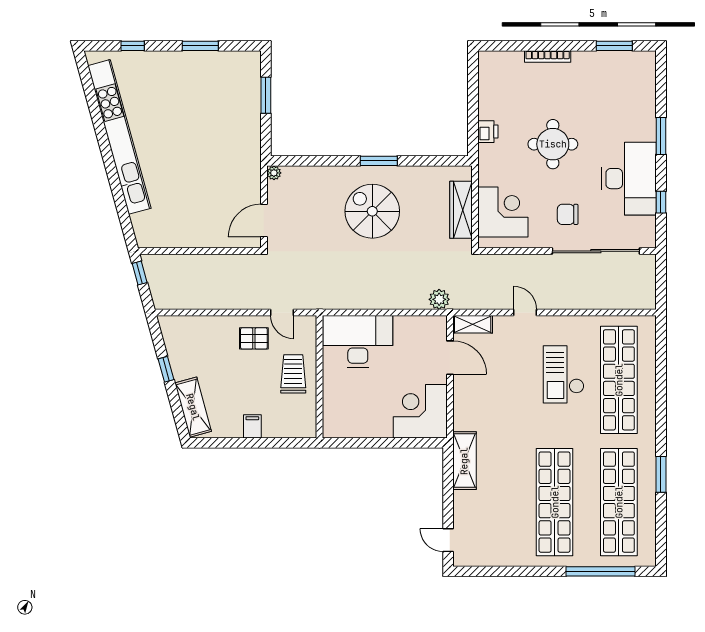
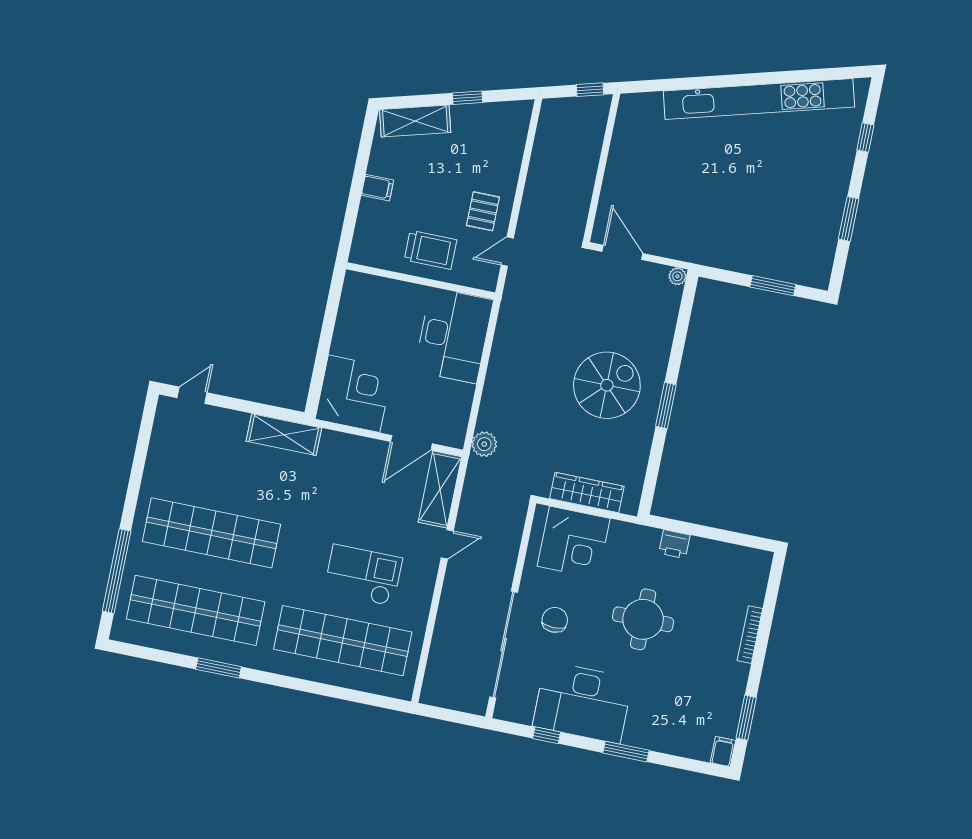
filing cabinet: (645, 59) -> (723, 752), added
shelving: (473, 324) -> (440, 489), width x1.50, depth x1.33

